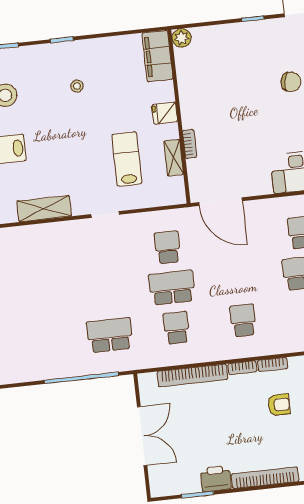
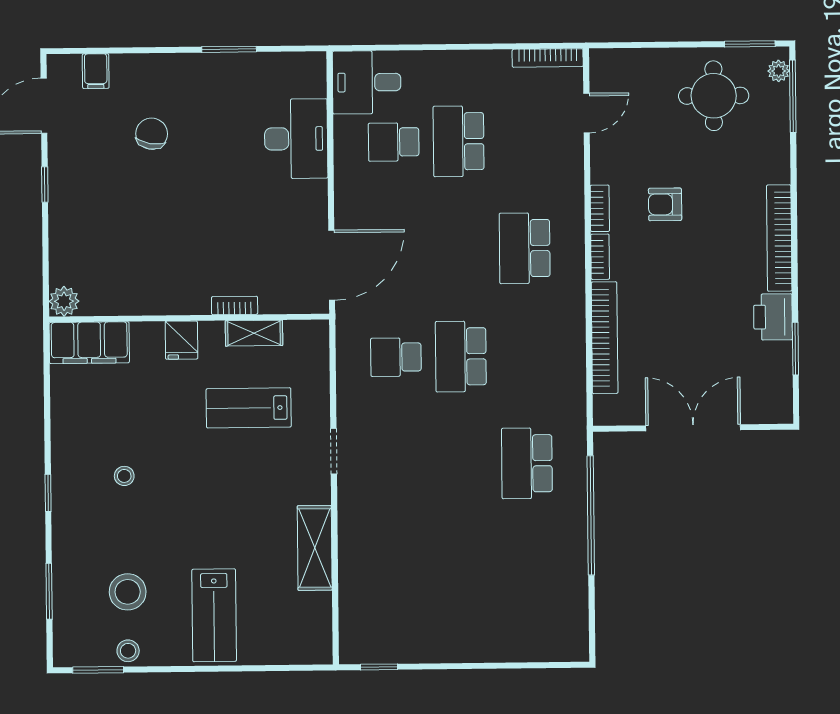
school desk: (243, 320) -> (525, 248), width x1.85
school desk: (176, 328) -> (526, 356), removed
armchair: (279, 405) -> (665, 204), turned -90

